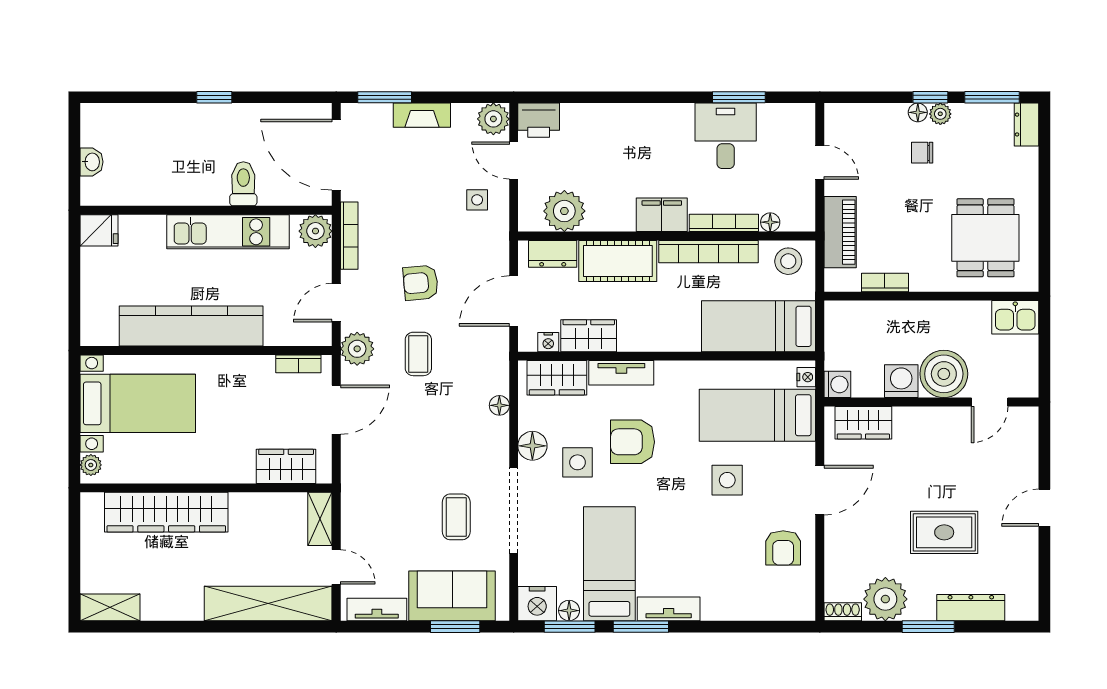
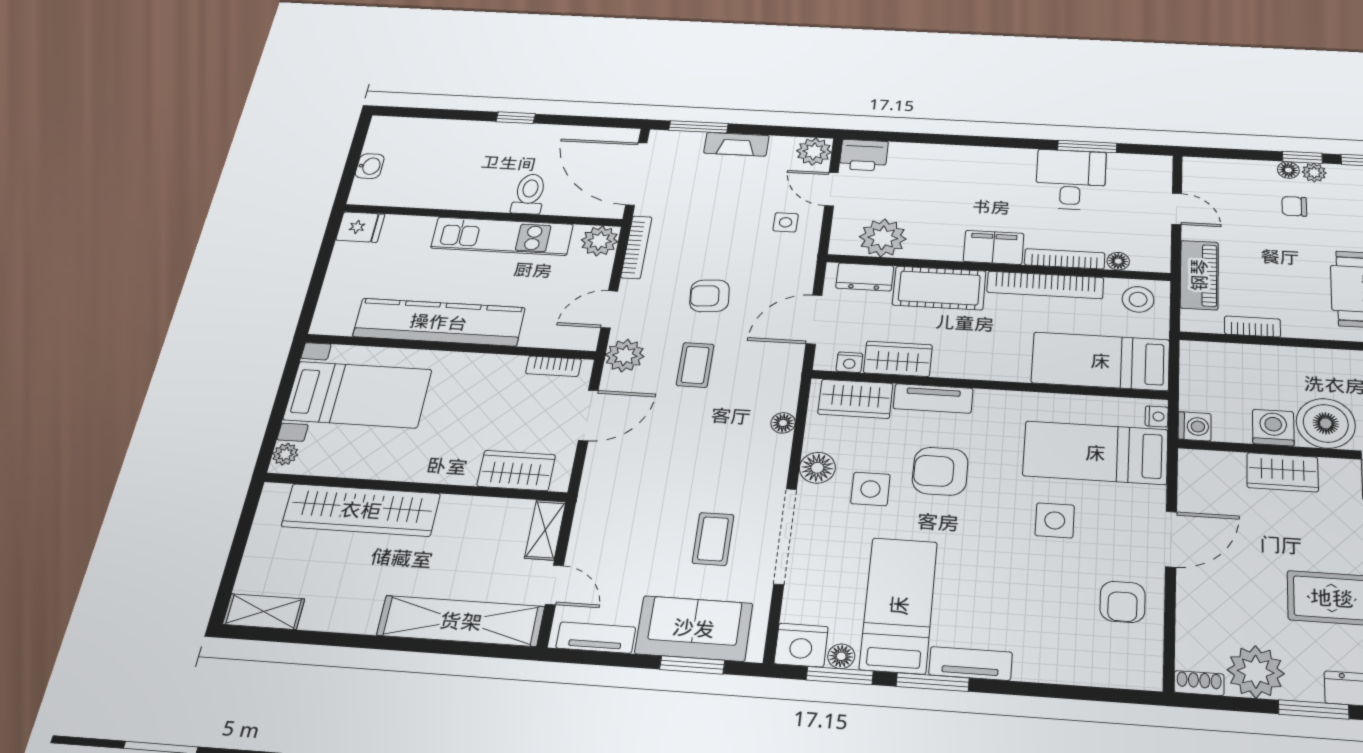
wardrobe: (863, 423) -> (1282, 472), moved

